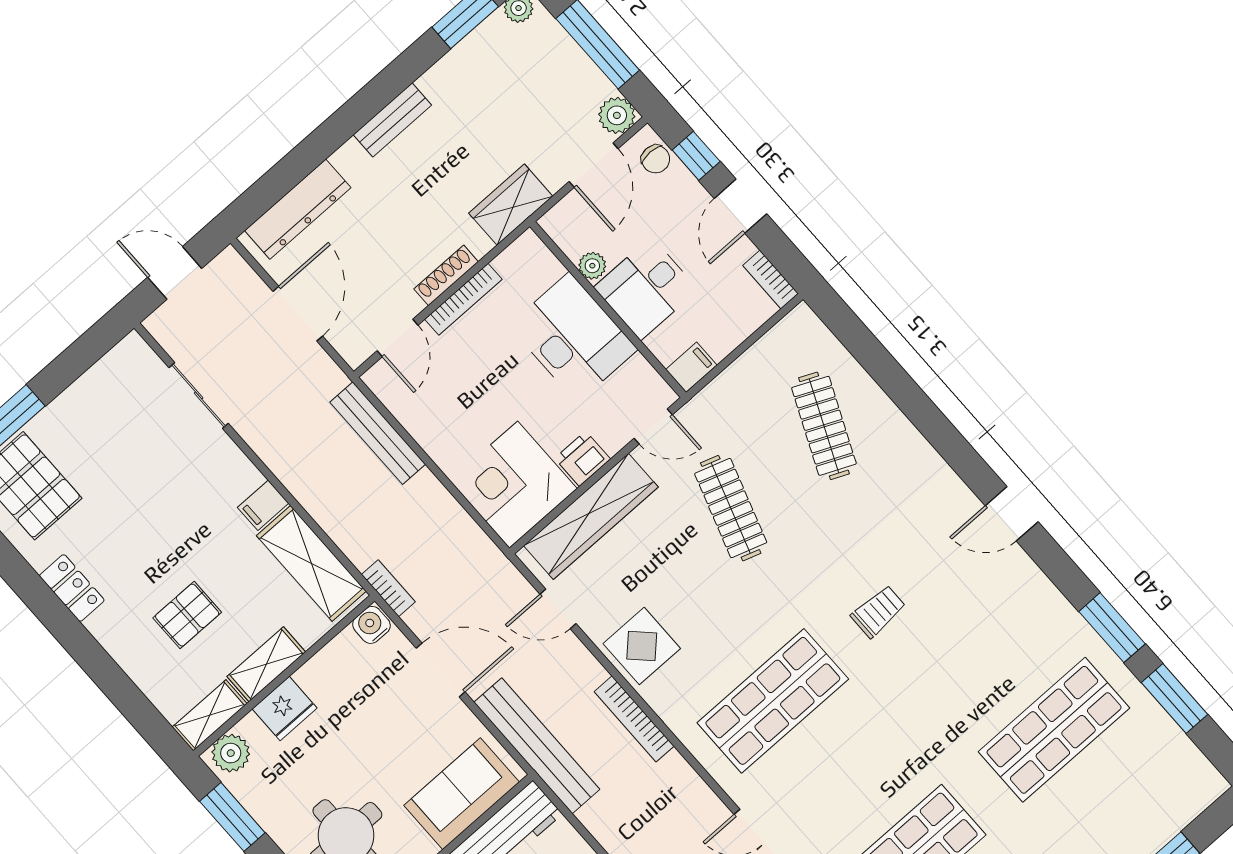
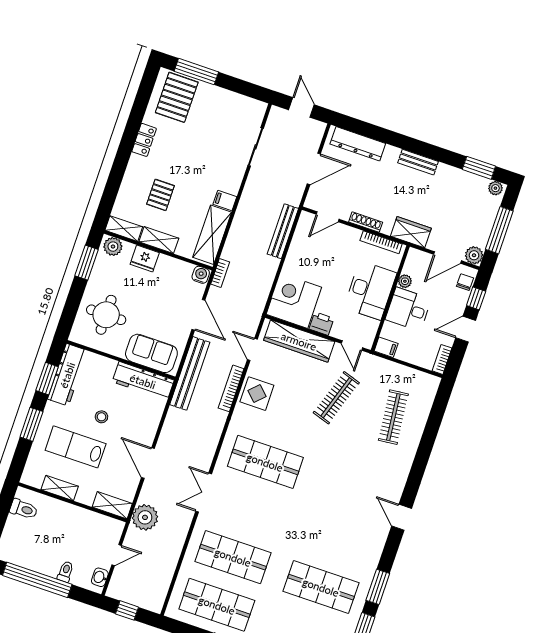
chair: (656, 159) -> (465, 282), turned 180
bookcase: (463, 299) -> (381, 242), moved
clothes rail: (824, 426) -> (393, 417), turned -30
trolley: (878, 611) -> (328, 485), removed
pallet: (187, 615) -> (160, 195), turned 90
bookcase: (634, 719) -> (231, 388), moved

